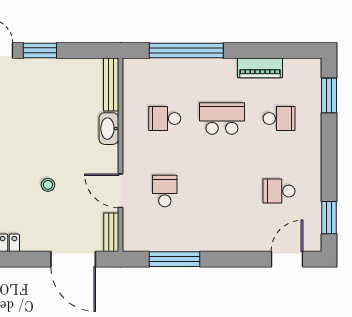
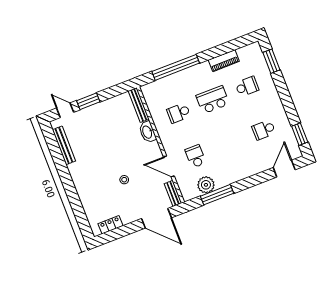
plant: (164, 238) -> (206, 185), added

